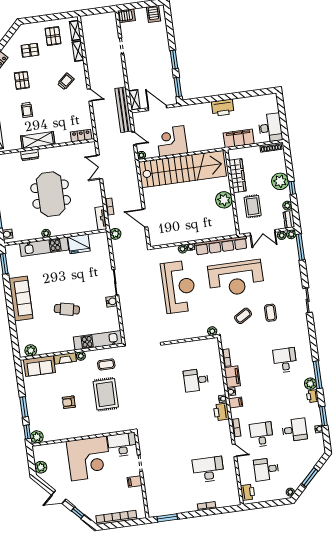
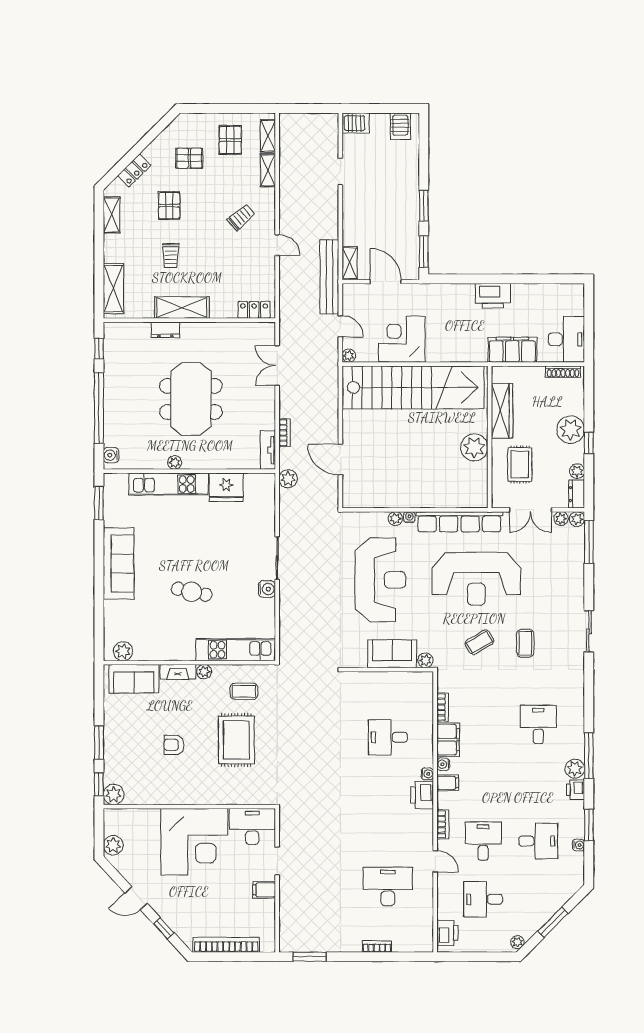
sofa: (192, 330) -> (392, 654), added

